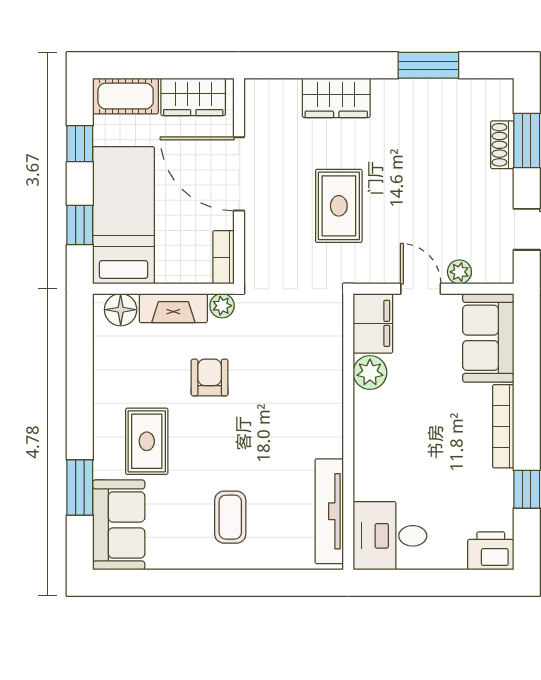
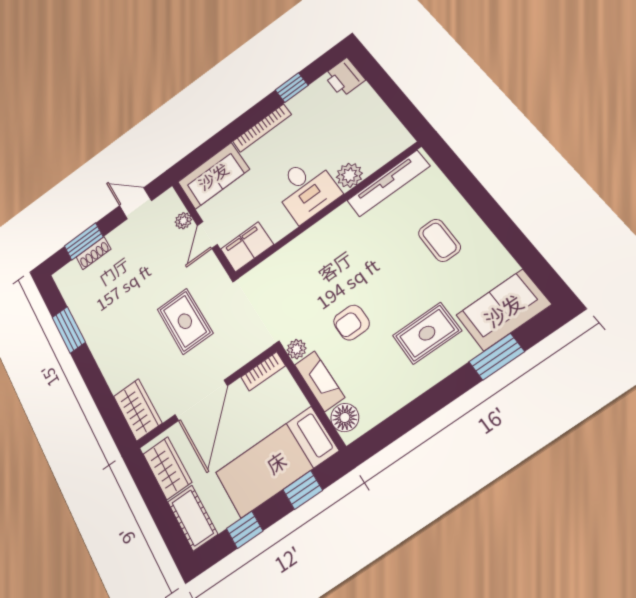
wardrobe: (336, 98) -> (138, 410), moved
rug: (339, 206) -> (185, 321), turned 90
plant: (370, 372) -> (349, 175), moved
coffee table: (230, 517) -> (439, 240), turned 90
desk: (390, 536) -> (306, 189), moved

